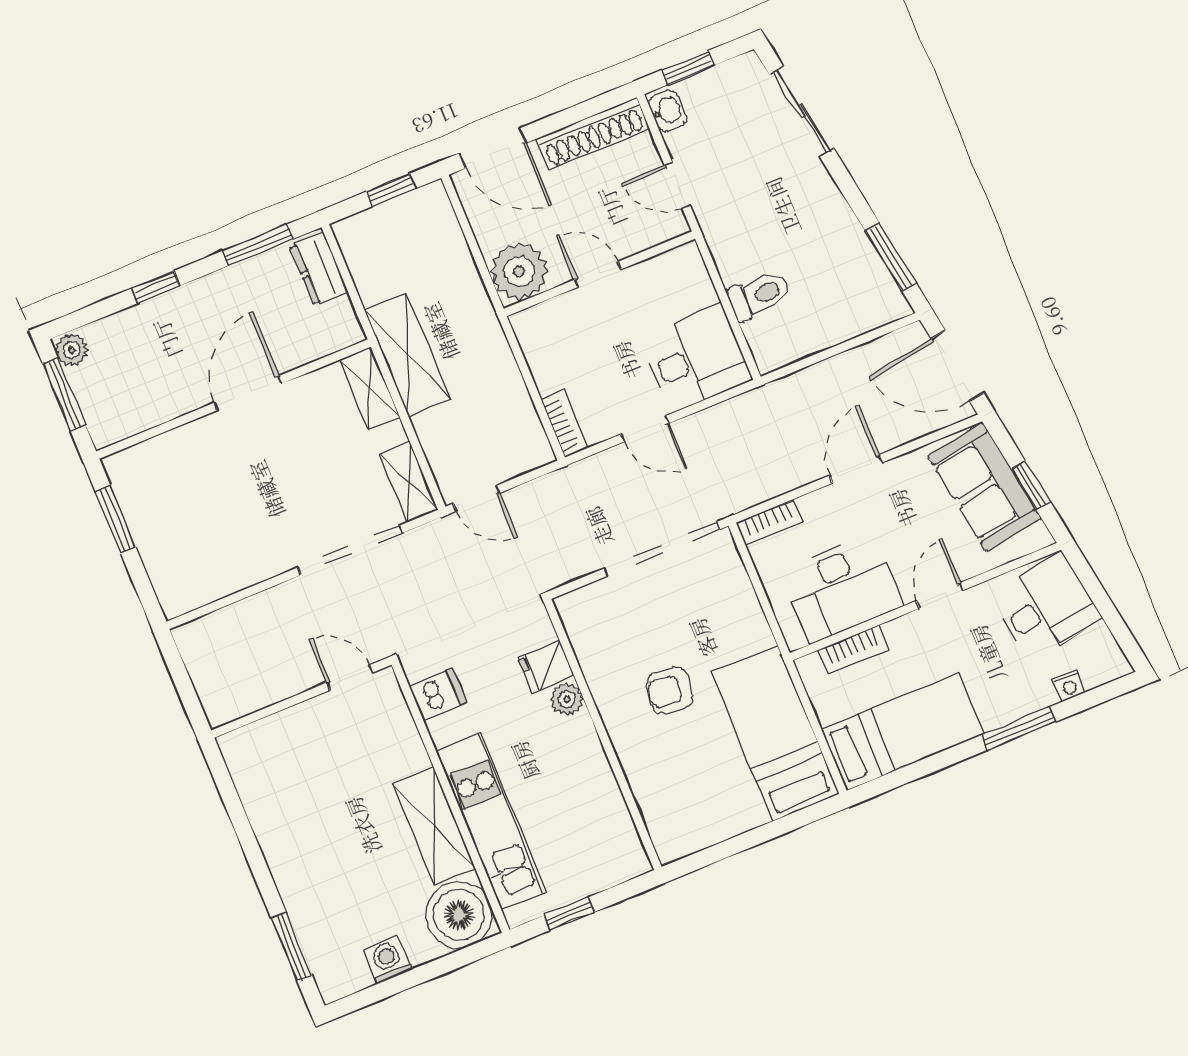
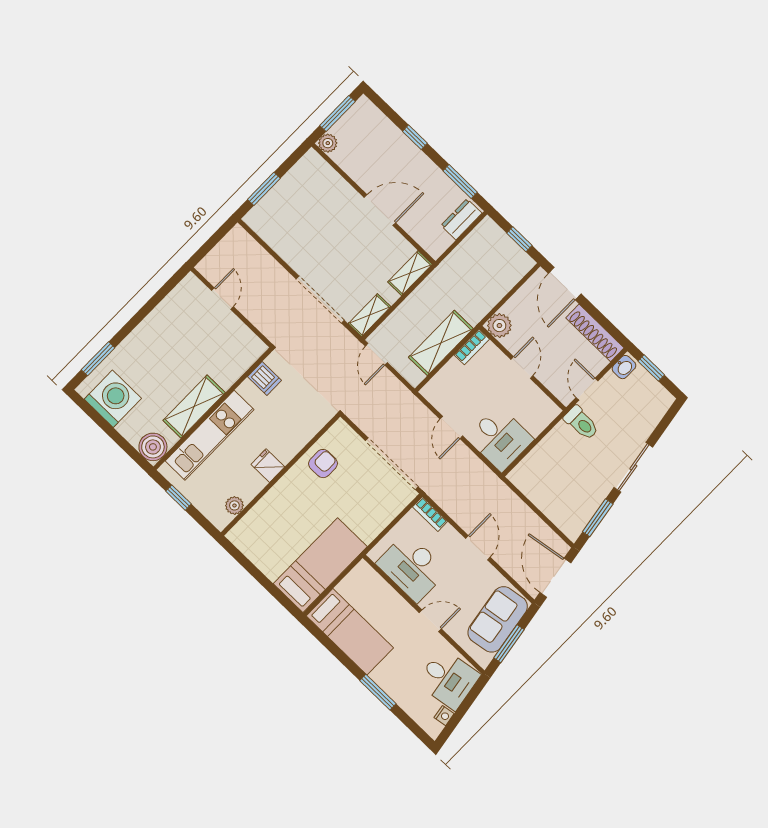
sliding door: (802, 112) -> (633, 467), moved
plant: (519, 271) -> (499, 326), width x0.73, depth x0.73
toilet: (760, 295) -> (581, 423), moved
plant: (72, 350) -> (328, 143), moved
shelving: (407, 355) -> (441, 343), moved
bookcase: (565, 424) -> (472, 347), moved
door: (856, 469) -> (478, 548), hinge flipped
window: (1031, 485) -> (509, 644), width x1.50
window: (116, 519) -> (264, 189), moved
bookcase: (853, 650) -> (382, 587), removed
fridge: (546, 667) -> (268, 466), moved
door: (350, 678) -> (223, 299), moved
nightstand: (1069, 686) -> (444, 716), moved, turned -99
armchair: (670, 690) -> (323, 464), moved, turned 83
plant: (567, 699) -> (234, 505), moved
boiler: (459, 915) -> (153, 447), width x0.73, depth x0.73
washing machine: (388, 960) -> (113, 399), width x1.89, depth x1.89

